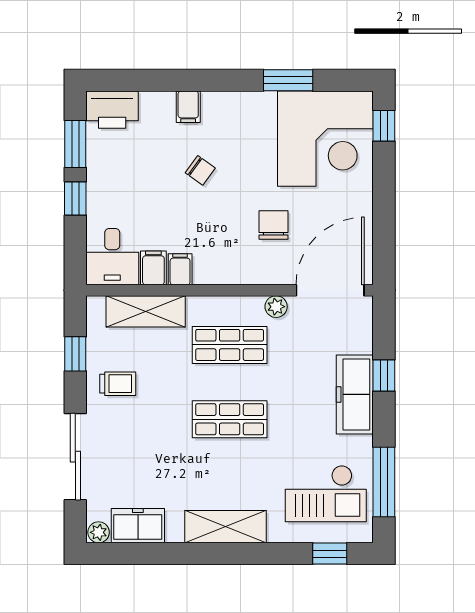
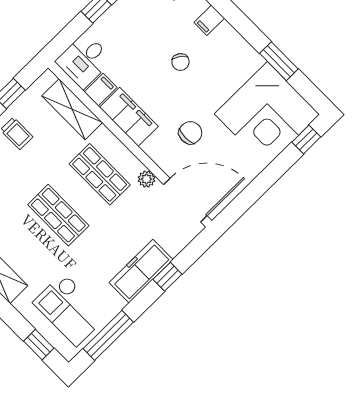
filing cabinet: (180, 269) -> (129, 117), width x3.00, depth x1.17

